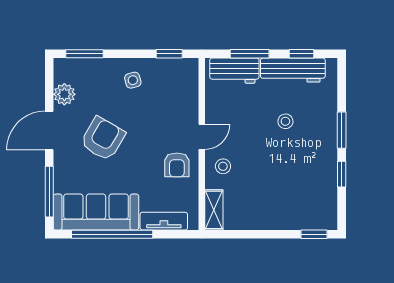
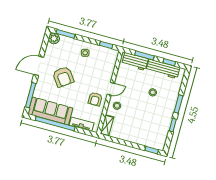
plant: (64, 94) -> (54, 38), moved
armchair: (103, 139) -> (63, 77), turned 114

